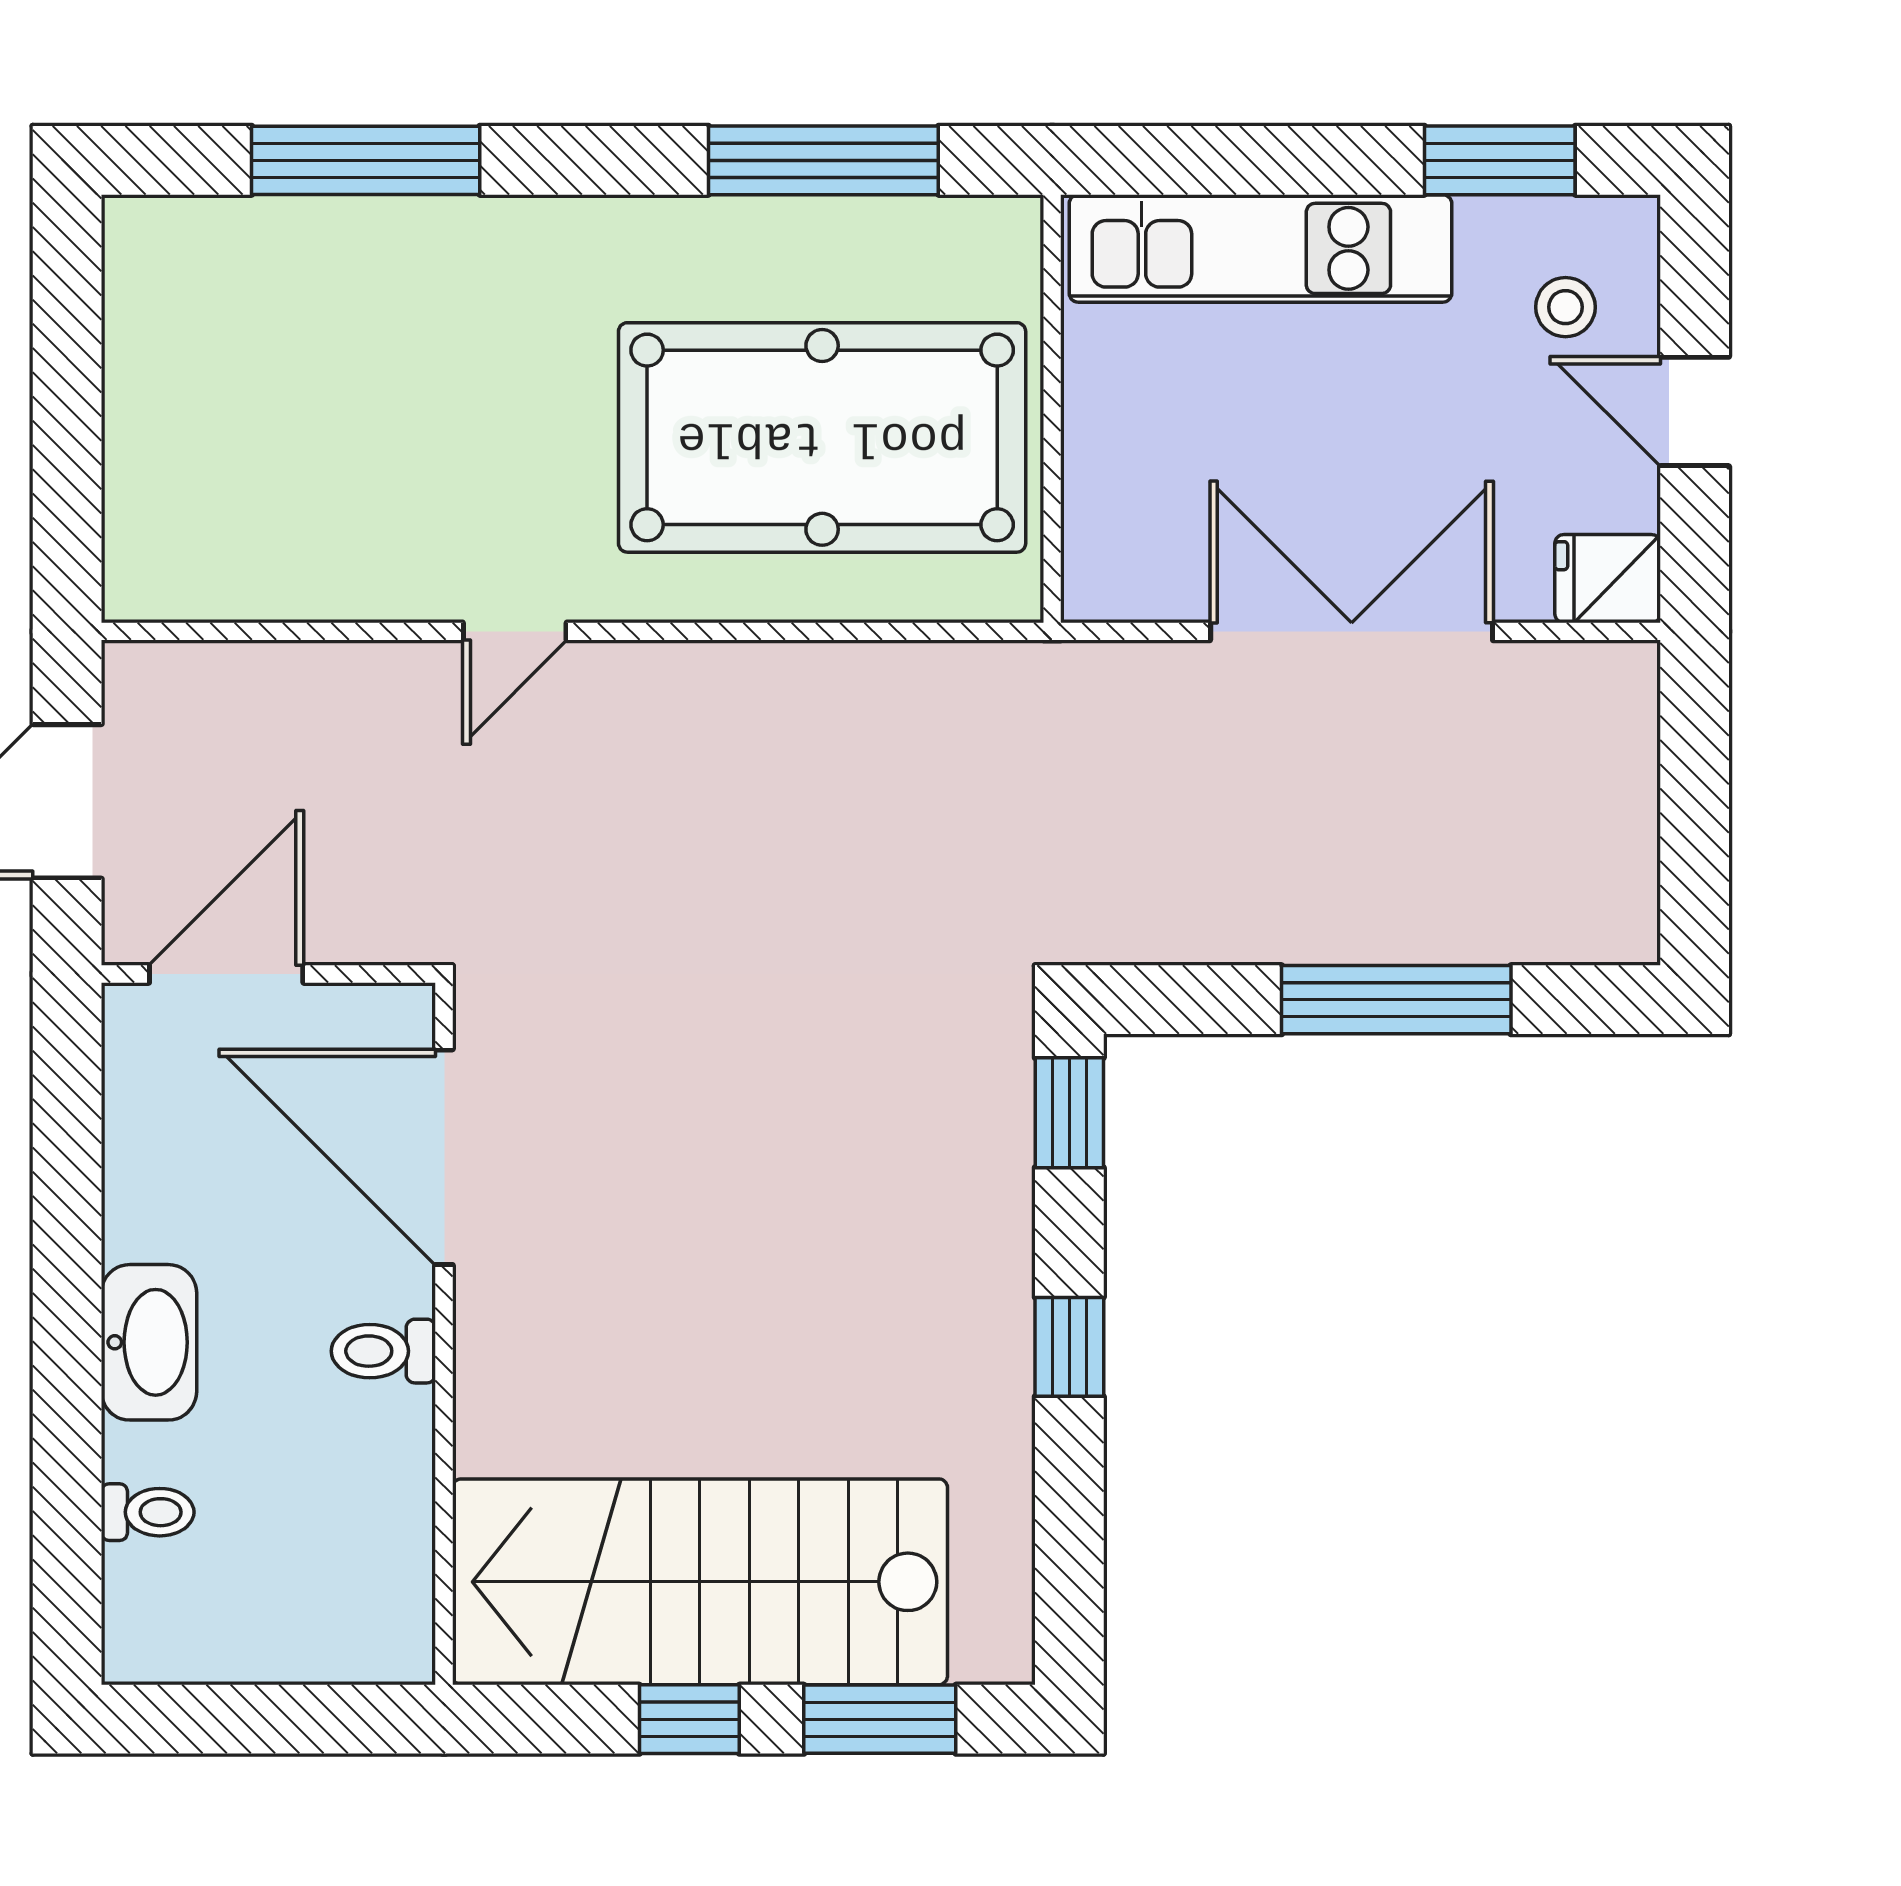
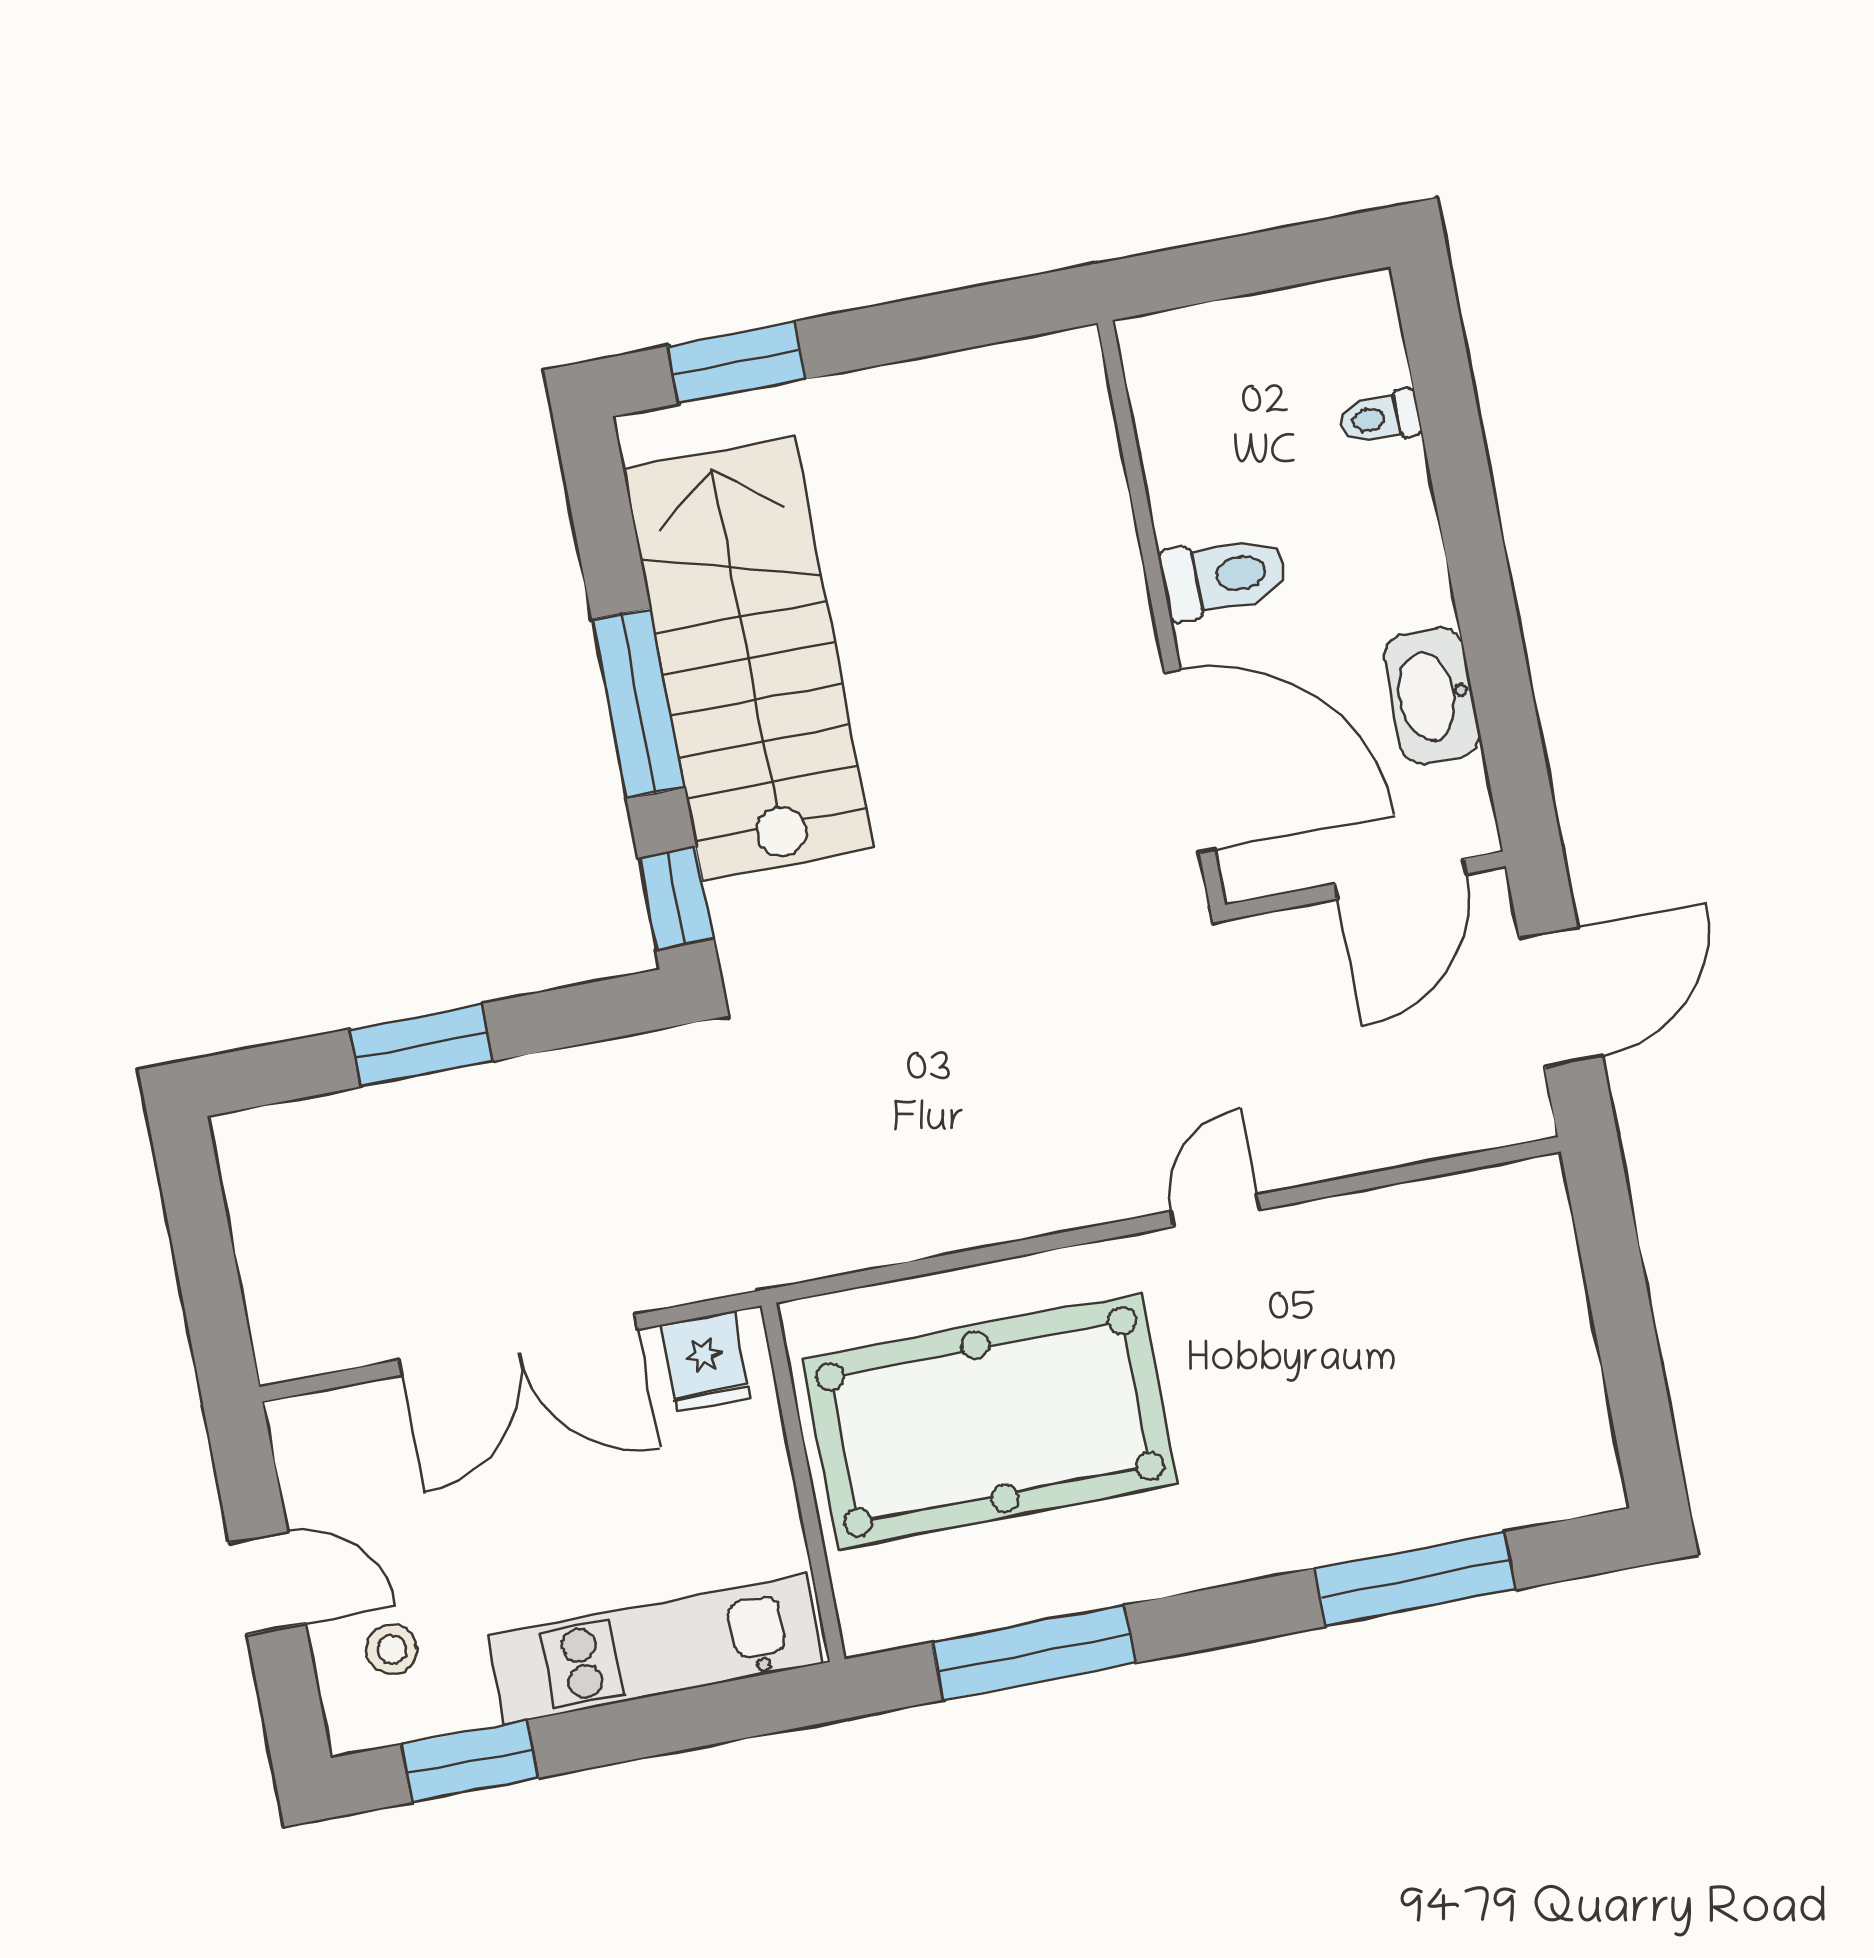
fridge: (1608, 579) -> (705, 1362), moved, turned 90
window: (1396, 1000) -> (422, 1045), width x0.69
washbasin: (149, 1342) -> (1432, 696), moved
window: (1069, 1347) -> (638, 703), width x2.17
toilet: (383, 1351) -> (1224, 577), width x1.37, depth x1.39
stairs: (700, 1582) -> (748, 659), moved, turned -90
window: (689, 1719) -> (895, 332), removed

